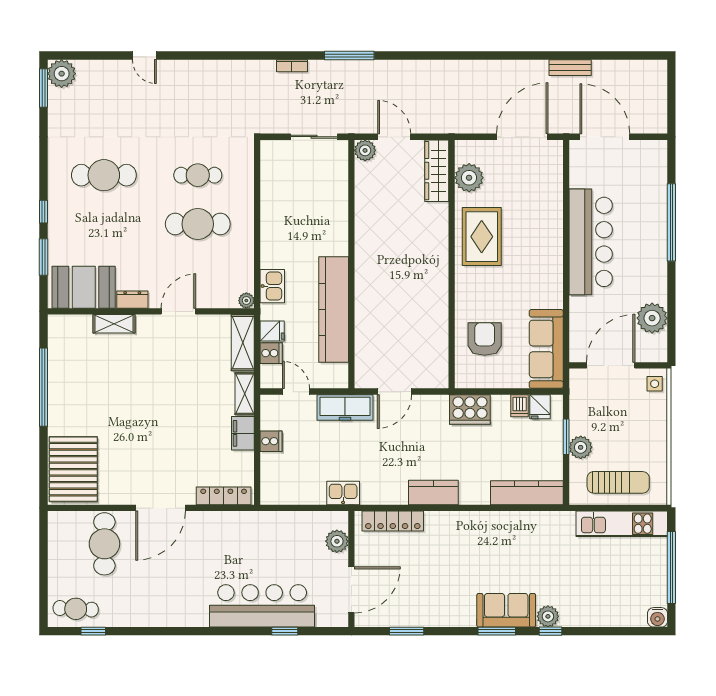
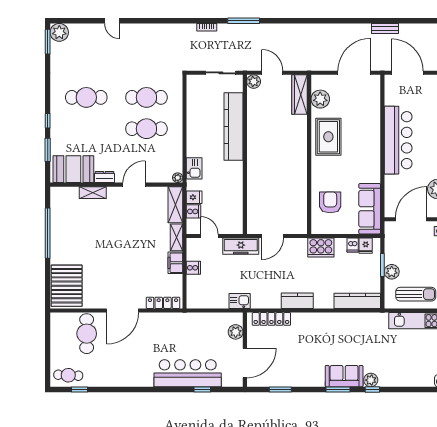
cafe table: (198, 175) -> (146, 97), width x1.37, depth x1.35
kitchen counter: (334, 310) -> (233, 126), moved

